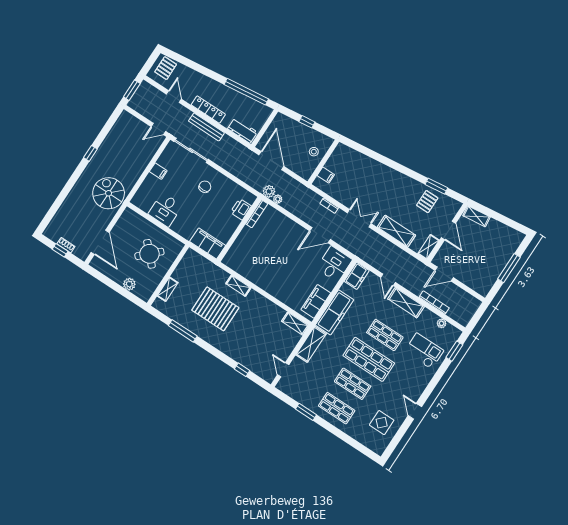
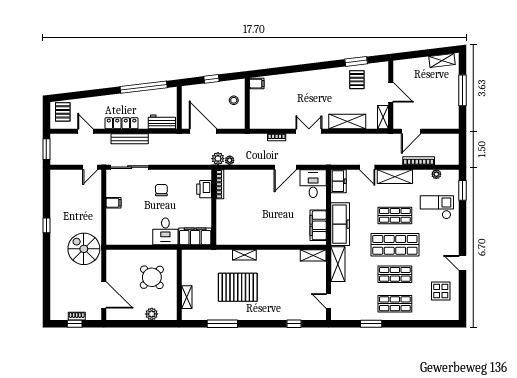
filing cabinet: (326, 175) -> (257, 84), moved
desk: (165, 210) -> (165, 231), moved
shelving: (477, 216) -> (442, 60), moved

